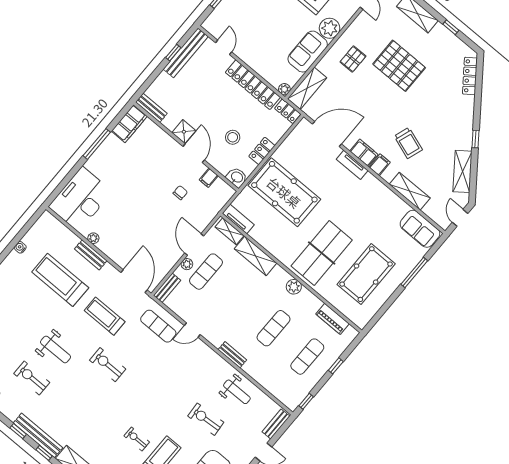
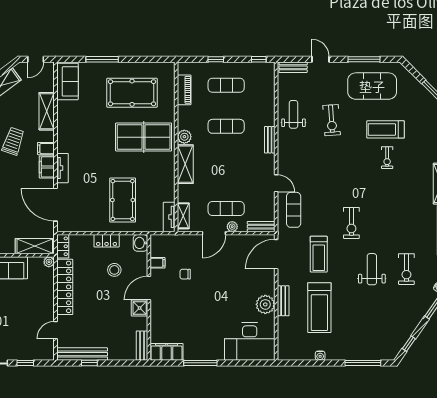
pool table: (284, 192) -> (123, 200), width x0.73, depth x0.76
plant: (93, 238) -> (265, 304), width x1.88, depth x1.88
shelving: (256, 256) -> (185, 164), moved

